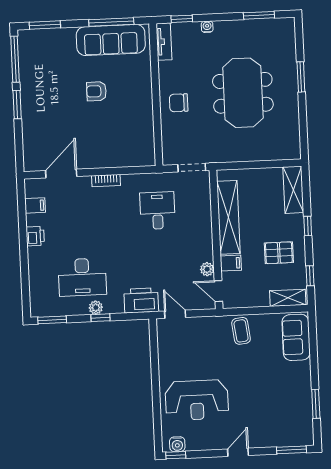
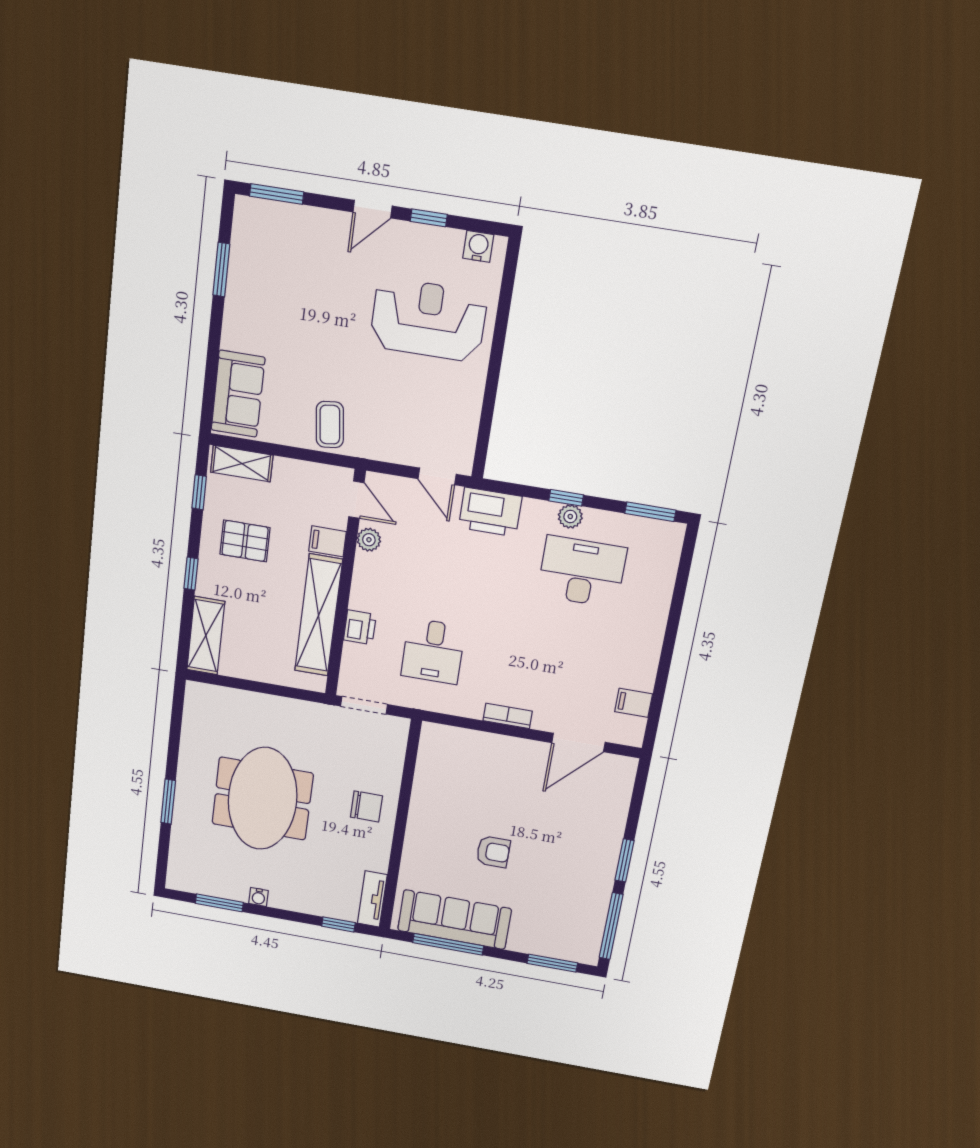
water cooler: (207, 27) -> (259, 897), moved
printer: (35, 236) -> (360, 627), moved, turned 180
window: (176, 455) -> (429, 218), moved

